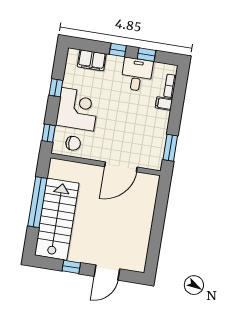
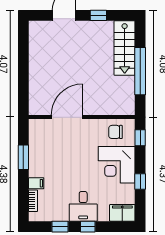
filing cabinet: (92, 60) -> (122, 213), moved
desk: (137, 75) -> (83, 206), moved
window: (170, 148) -> (23, 157), moved
stairs: (57, 219) -> (125, 48), width x0.73, depth x0.66

